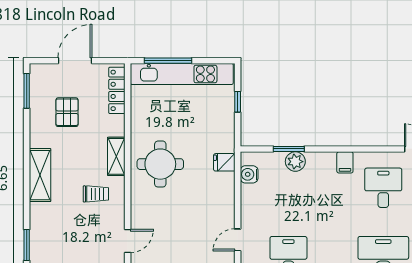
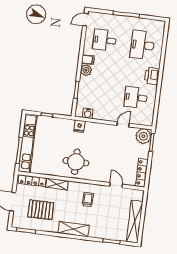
pallet: (67, 112) -> (41, 210), width x1.50, depth x1.42
shelving: (116, 156) -> (57, 184), moved
plant: (295, 162) -> (86, 70), moved
door: (238, 240) -> (123, 124), swing flipped

